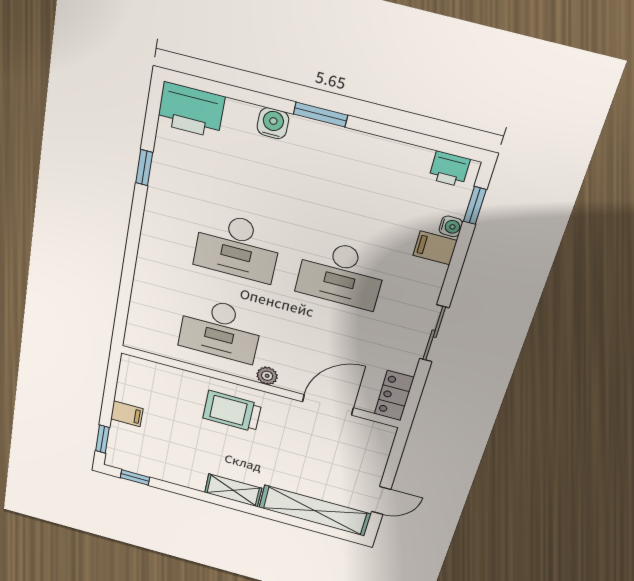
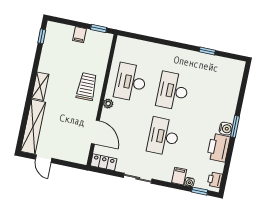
printer: (191, 110) -> (218, 148), moved
water cooler: (273, 123) -> (226, 129), moved
window: (102, 439) -> (99, 28), moved

